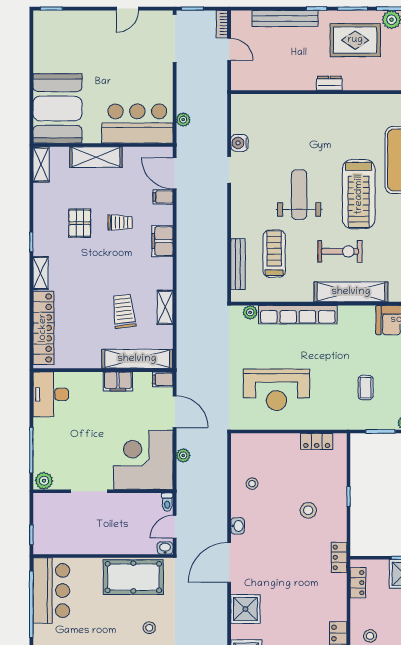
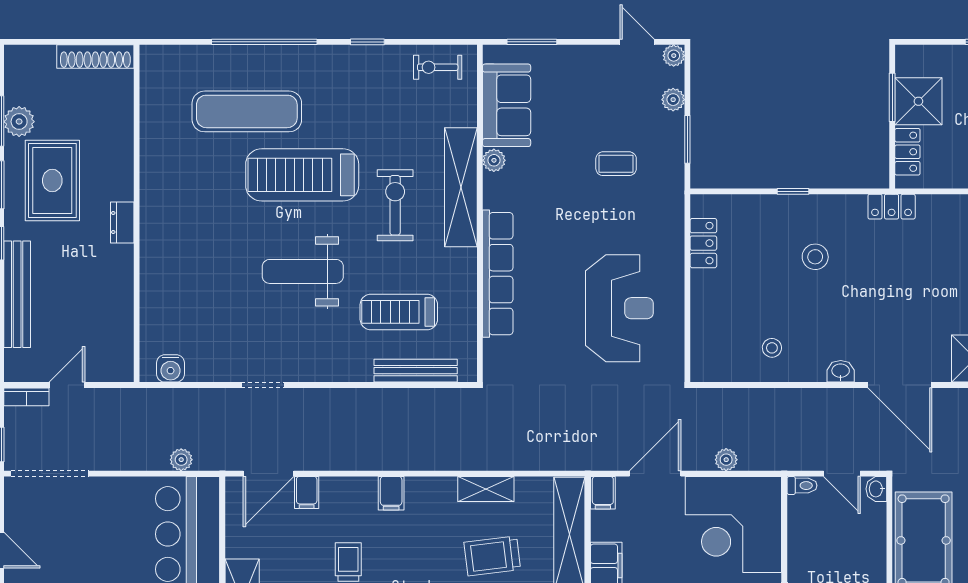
water cooler: (239, 143) -> (171, 368), moved
treadmill: (359, 194) -> (302, 175), turned 180
filing cabinet: (162, 241) -> (391, 493), width x0.50
plant: (250, 312) -> (494, 160), moved
locker: (358, 583) -> (907, 152), moved, turned 90

